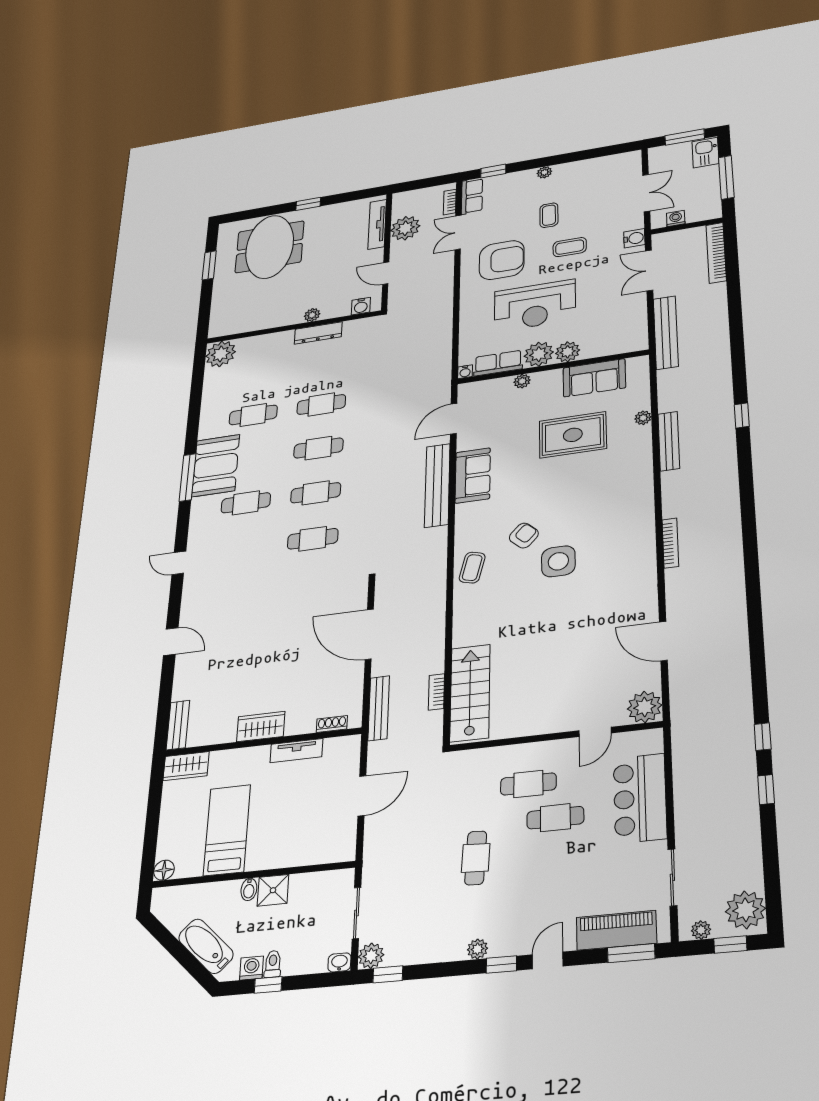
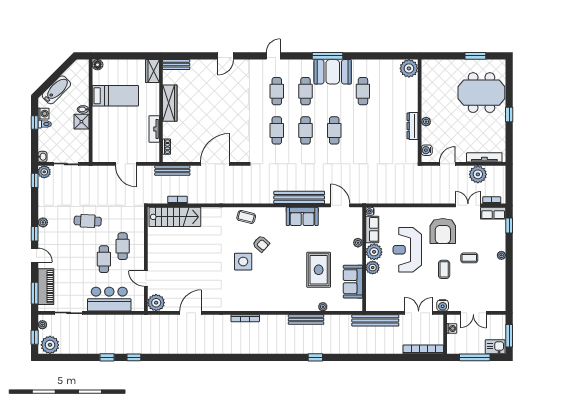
cafe table: (321, 404) -> (277, 91), moved
wardrobe: (261, 727) -> (170, 103), width x1.50

